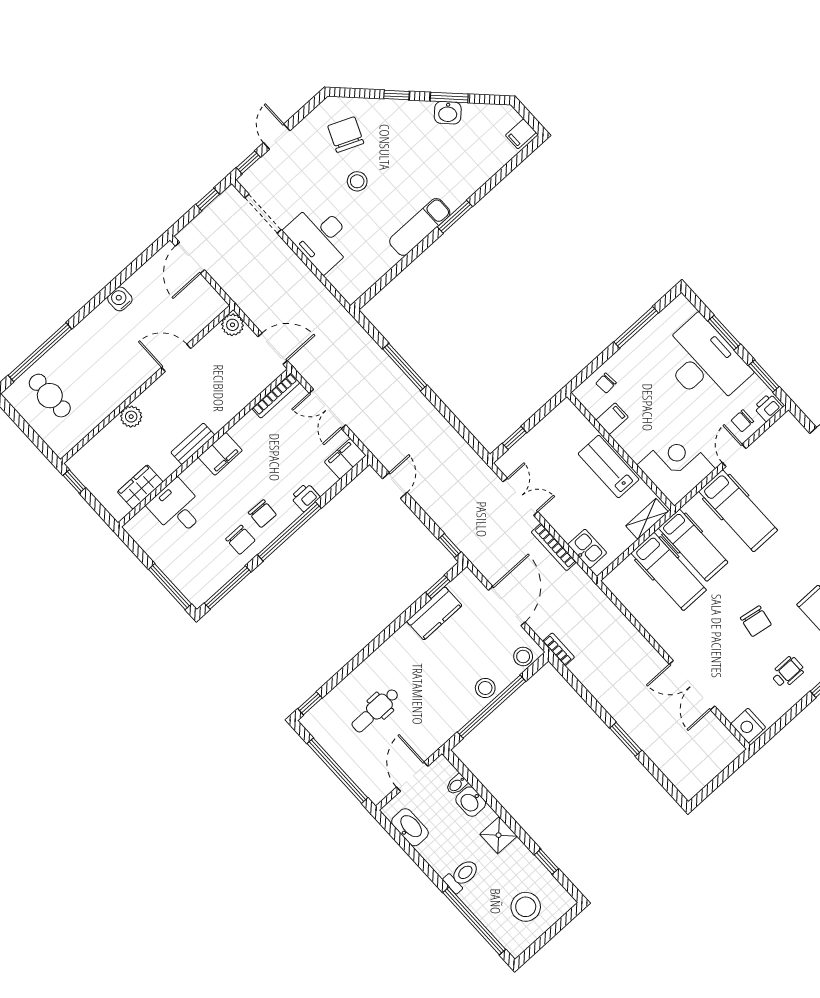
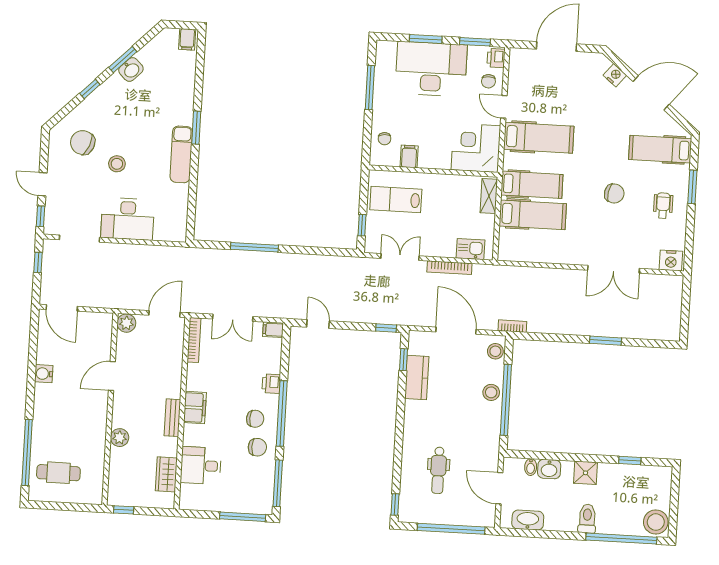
filing cabinet: (345, 459) -> (273, 330), width x0.50
lab bench: (609, 467) -> (396, 199), moved
stool: (526, 907) -> (656, 522), moved

